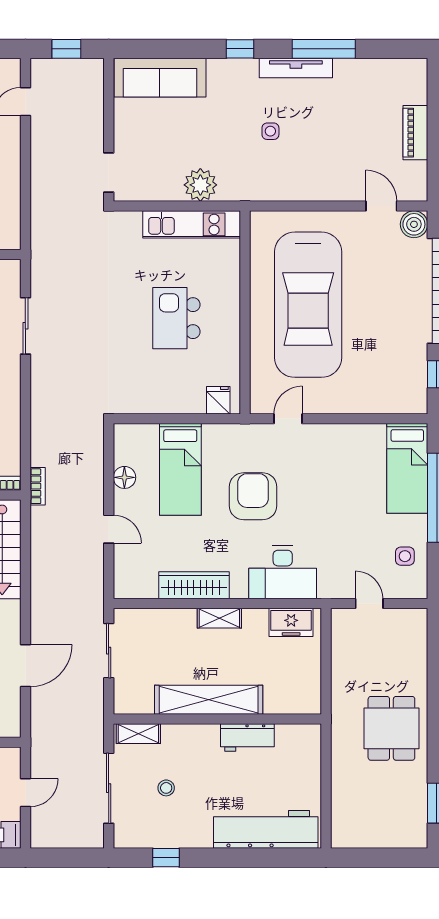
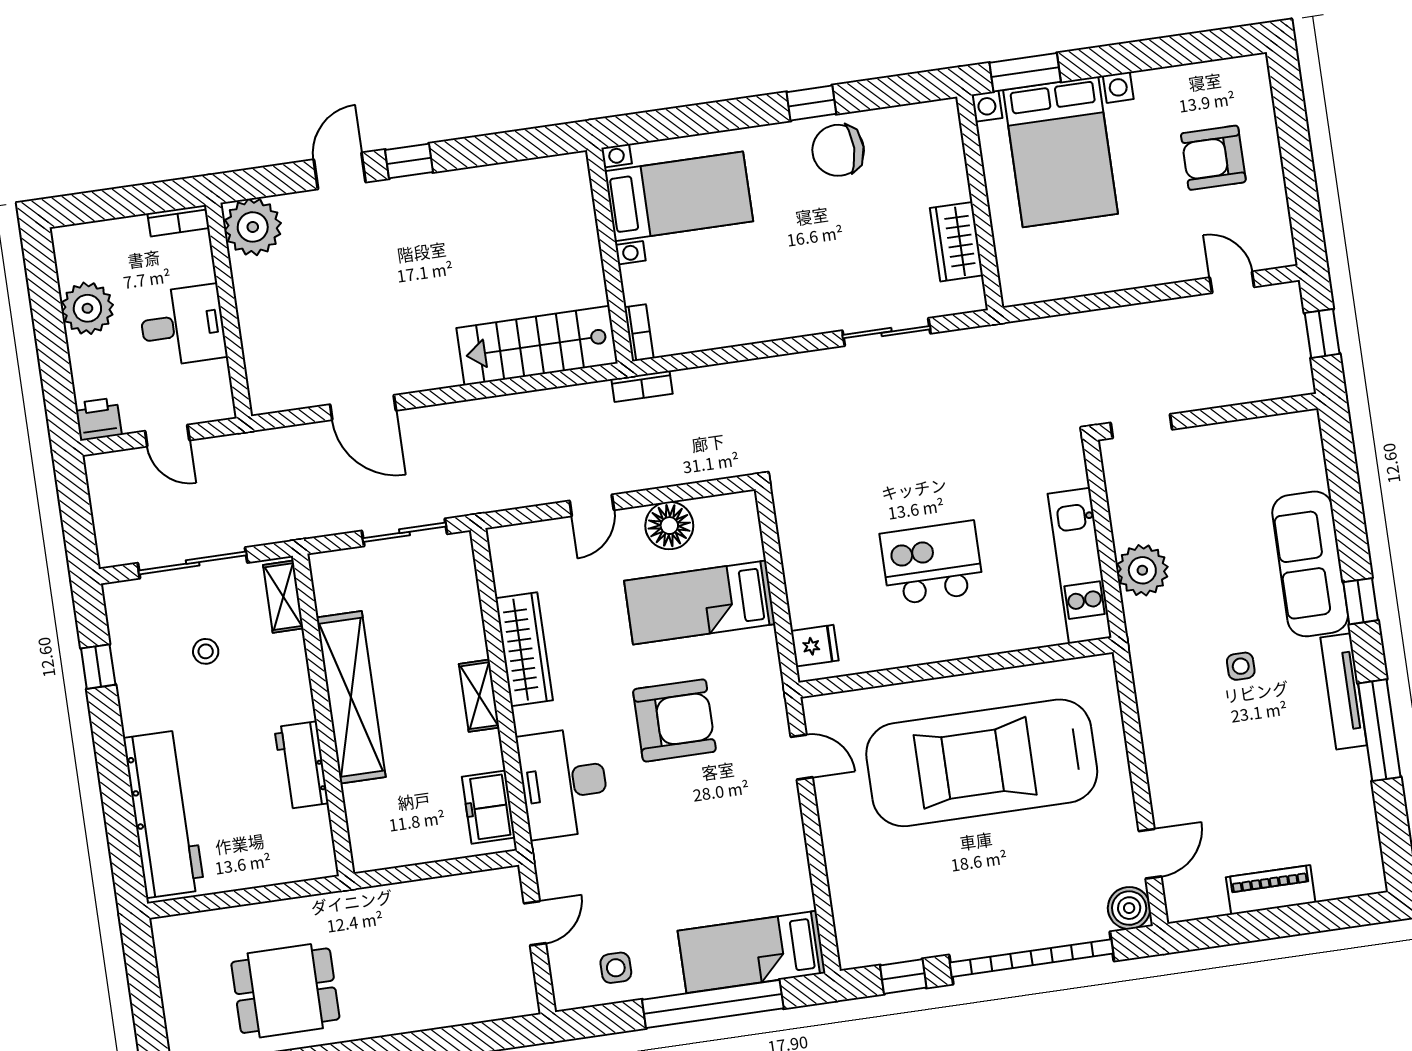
sofa: (160, 78) -> (1310, 564), moved
floor lamp: (124, 477) -> (669, 526), width x1.38, depth x1.38
dining table: (391, 728) -> (285, 991), moved

